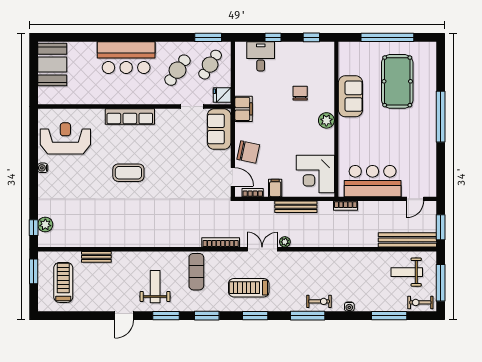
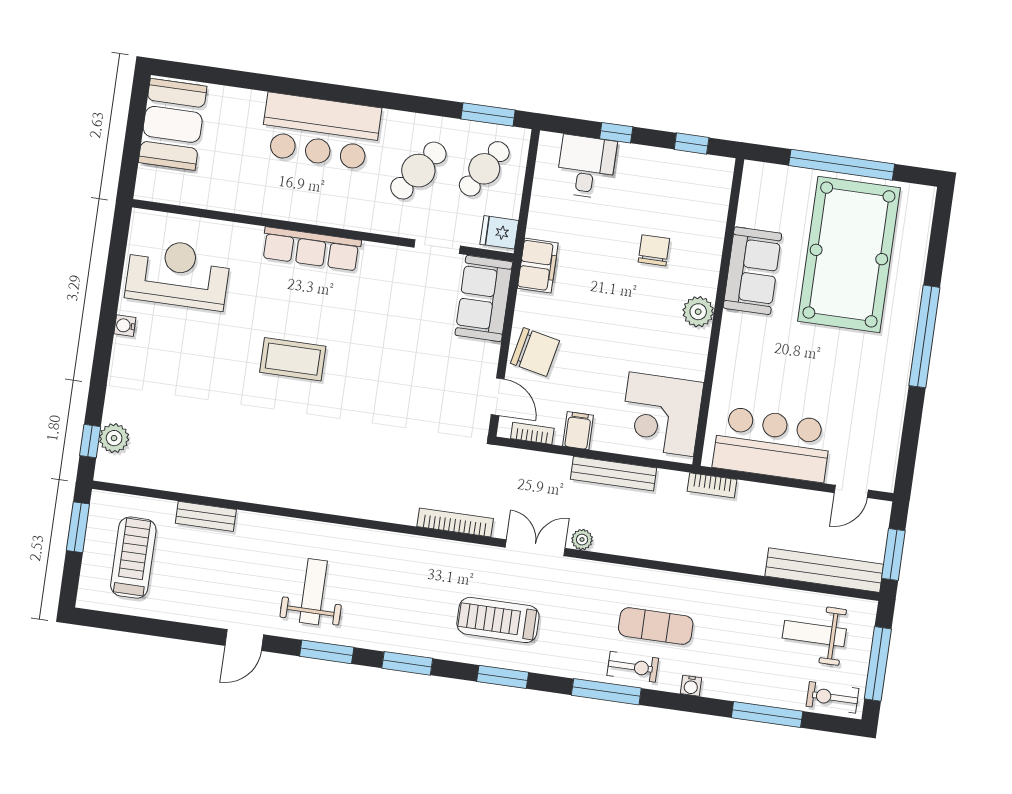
pool table: (397, 81) -> (849, 254), width x1.36, depth x1.32
exercise mat: (196, 272) -> (656, 626), moved, turned 90

